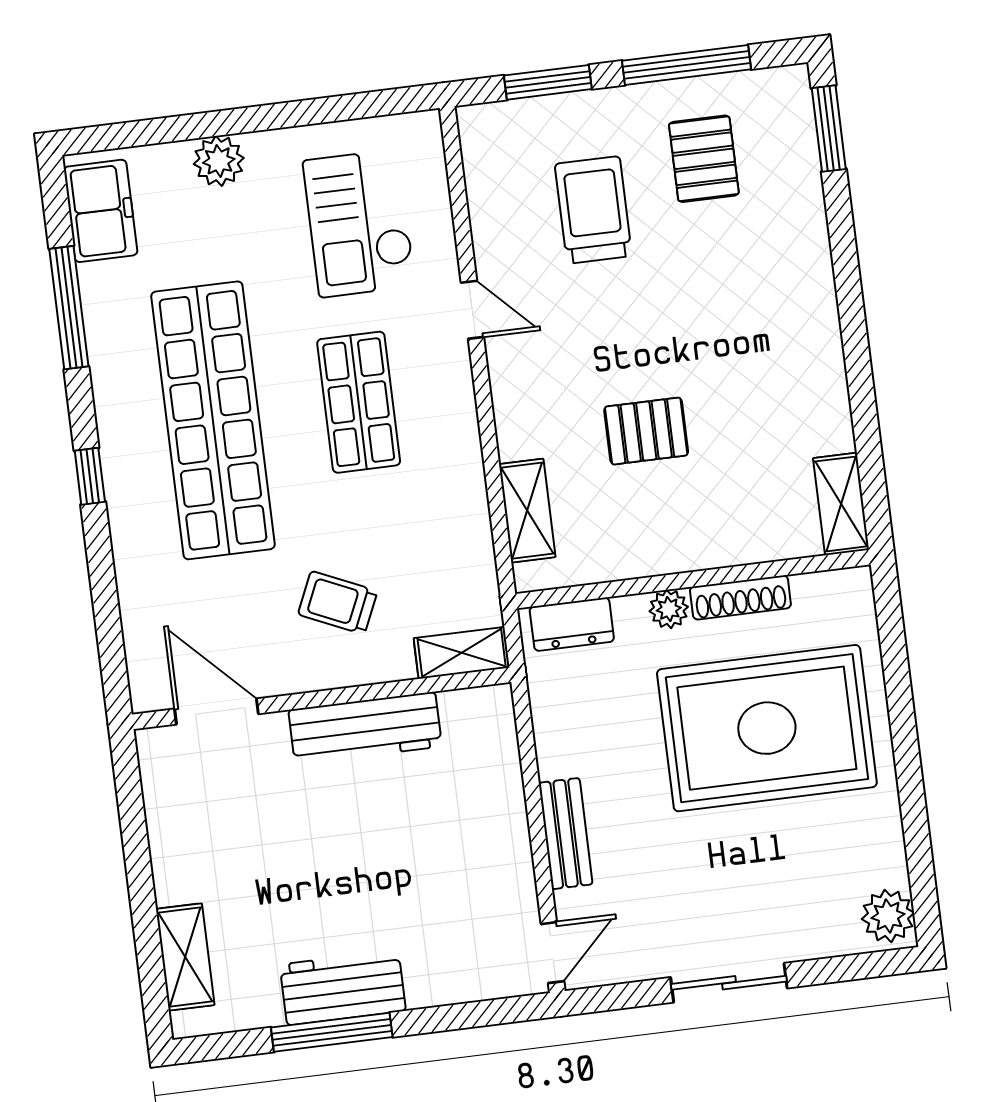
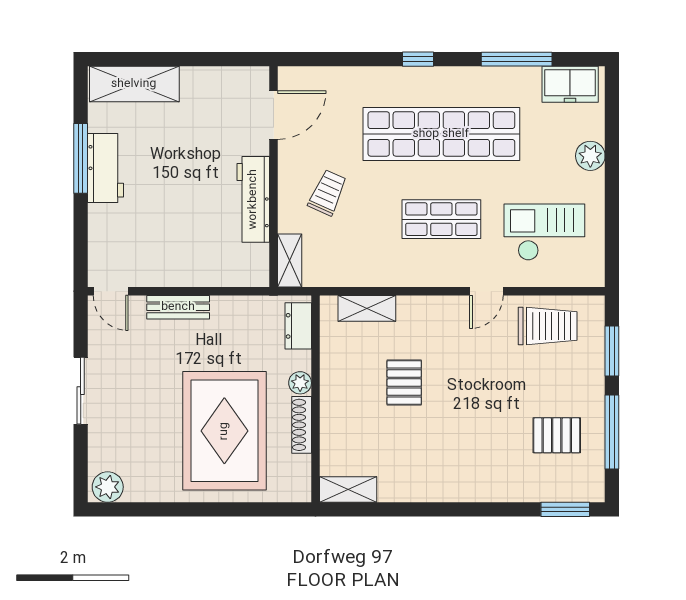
trolley: (593, 210) -> (548, 326), moved
shelving: (185, 957) -> (134, 84), width x1.50, depth x1.33

